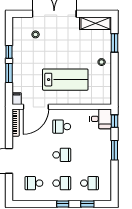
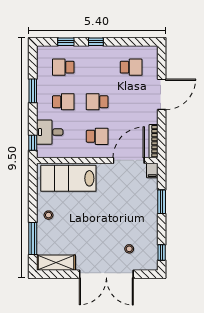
window: (114, 43) -> (33, 239), width x1.44
window: (9, 52) -> (162, 252), moved
lab bench: (65, 80) -> (68, 178), moved
desk: (101, 119) -> (50, 132), moved
window: (114, 150) -> (33, 91), moved
school desk: (62, 183) -> (63, 102), moved, turned 180

